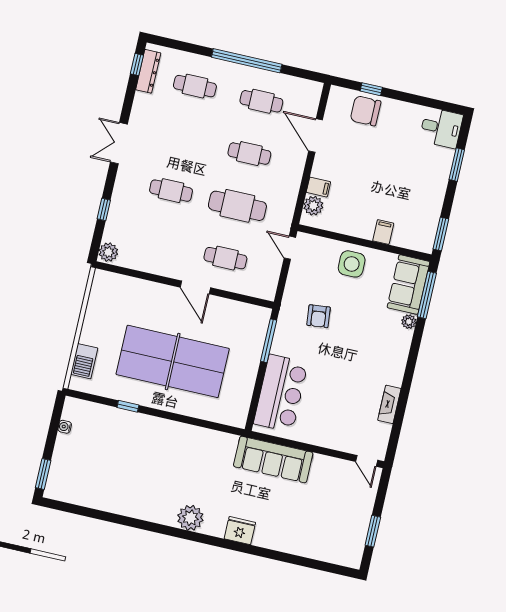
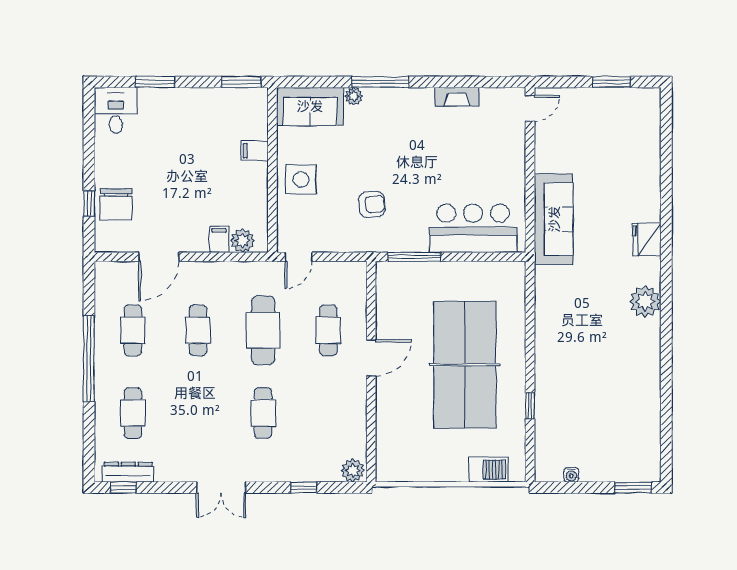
window: (427, 295) -> (380, 82), moved

